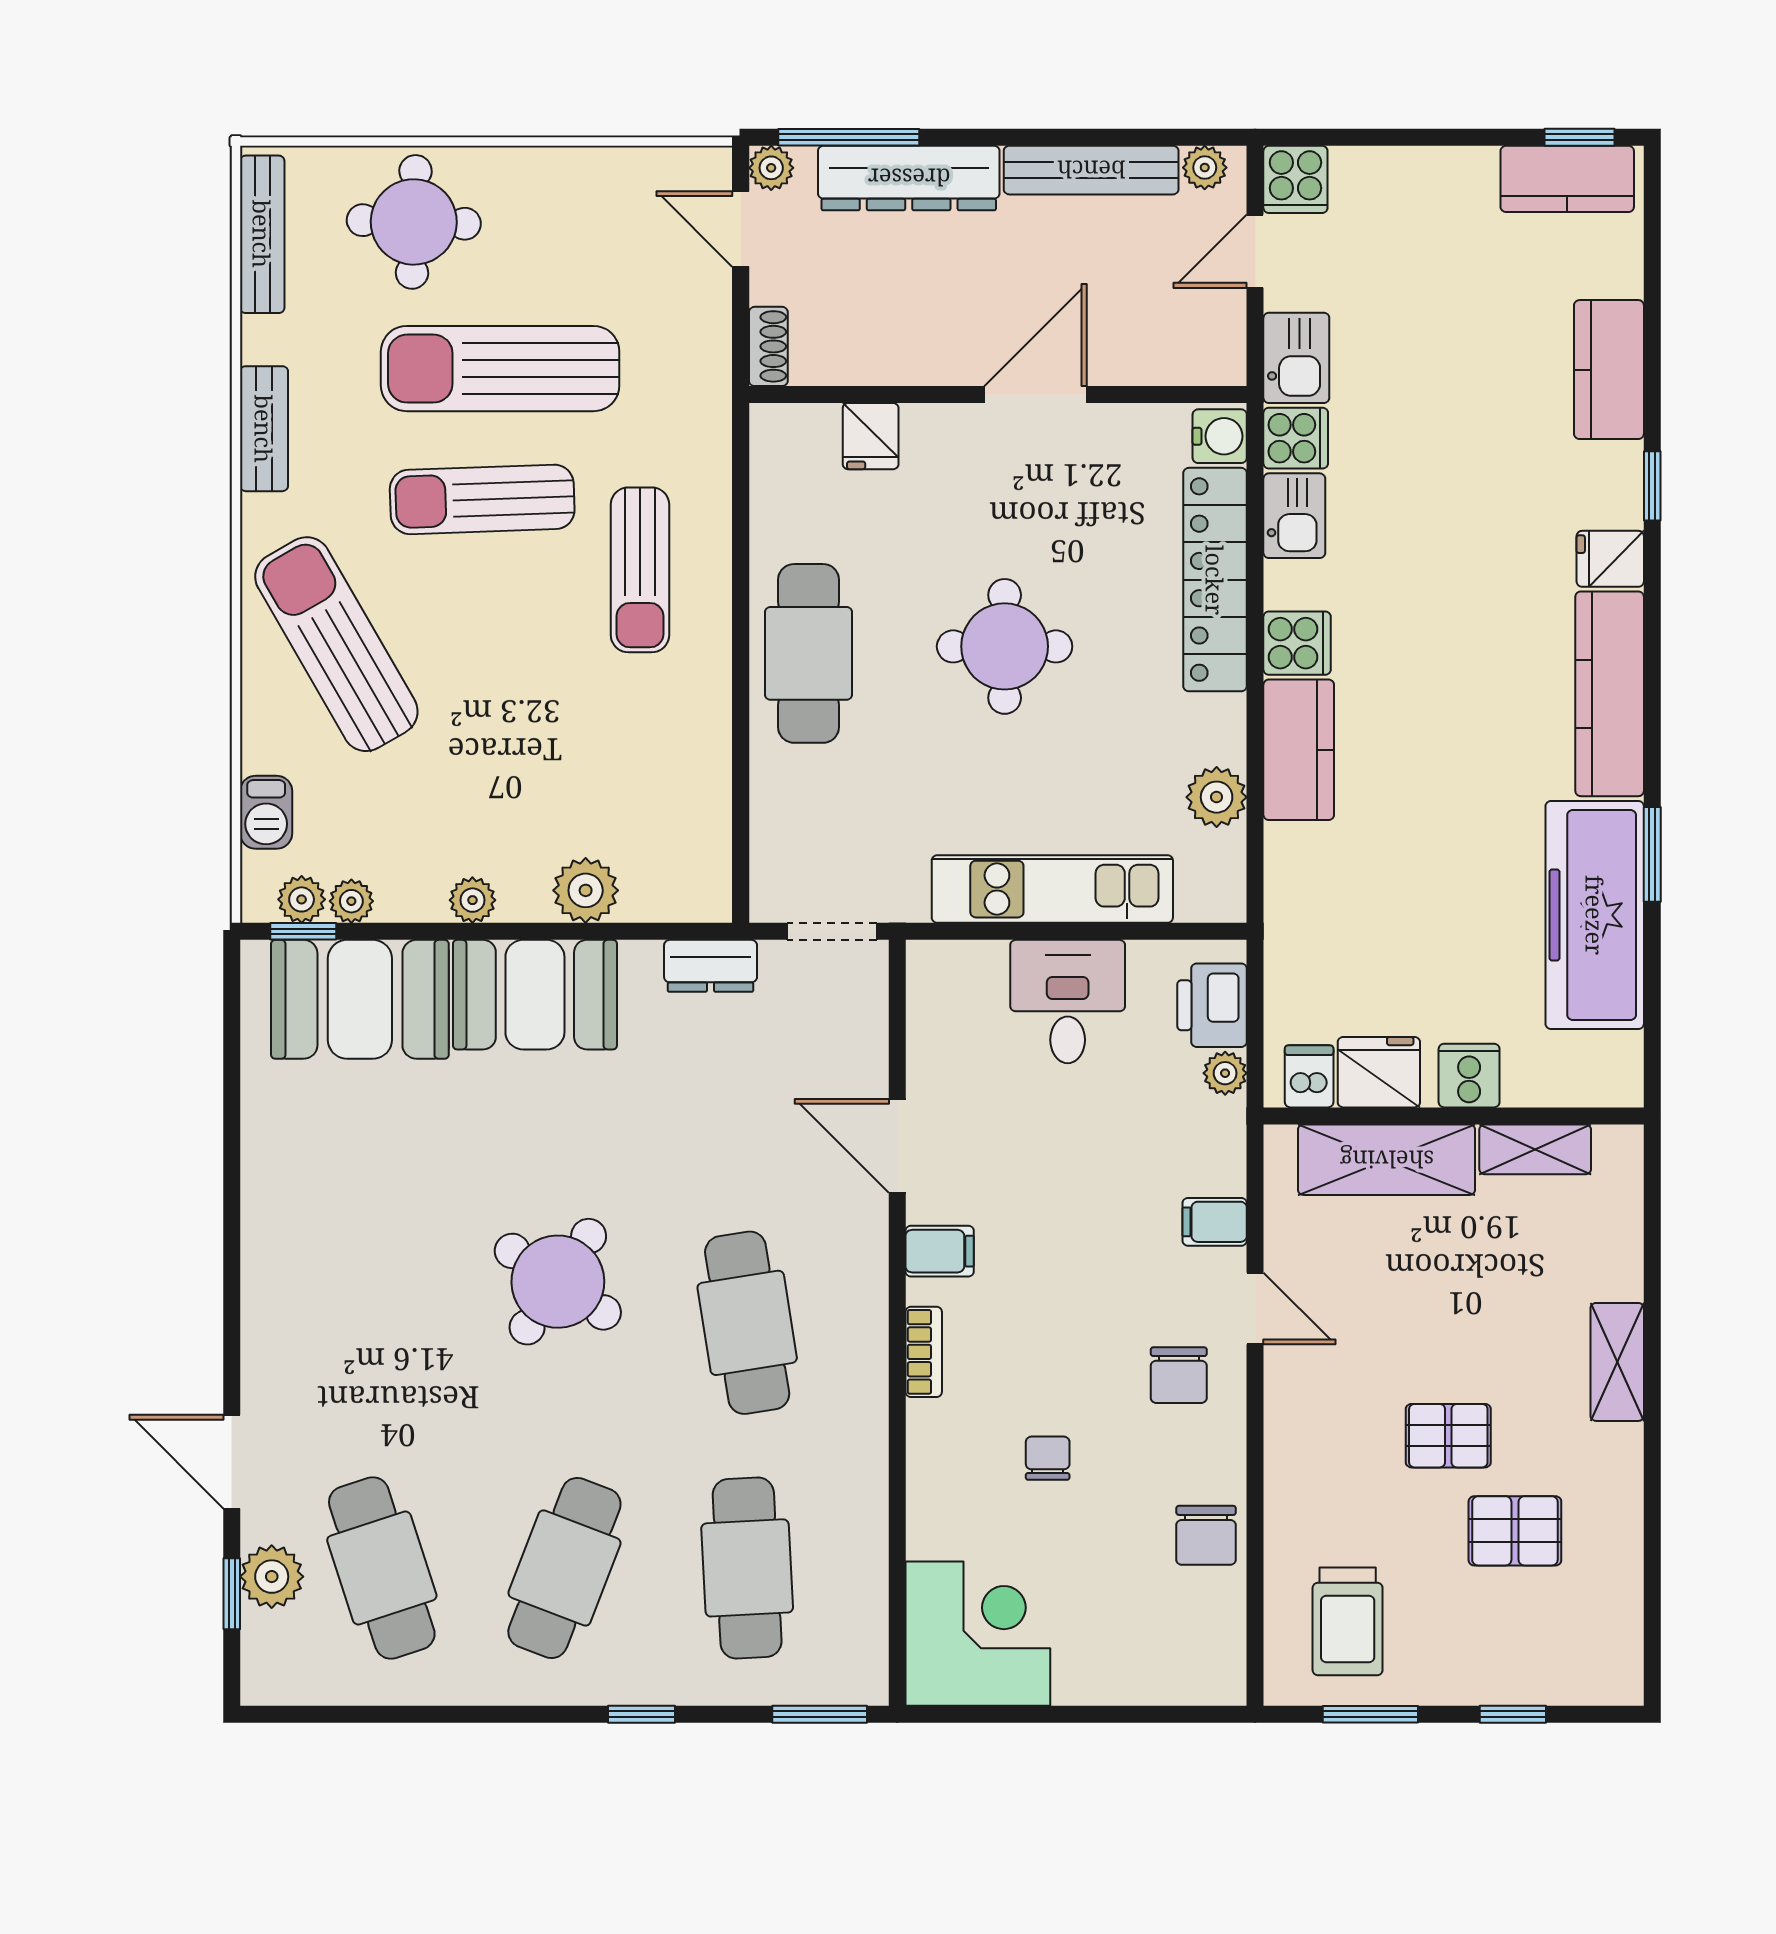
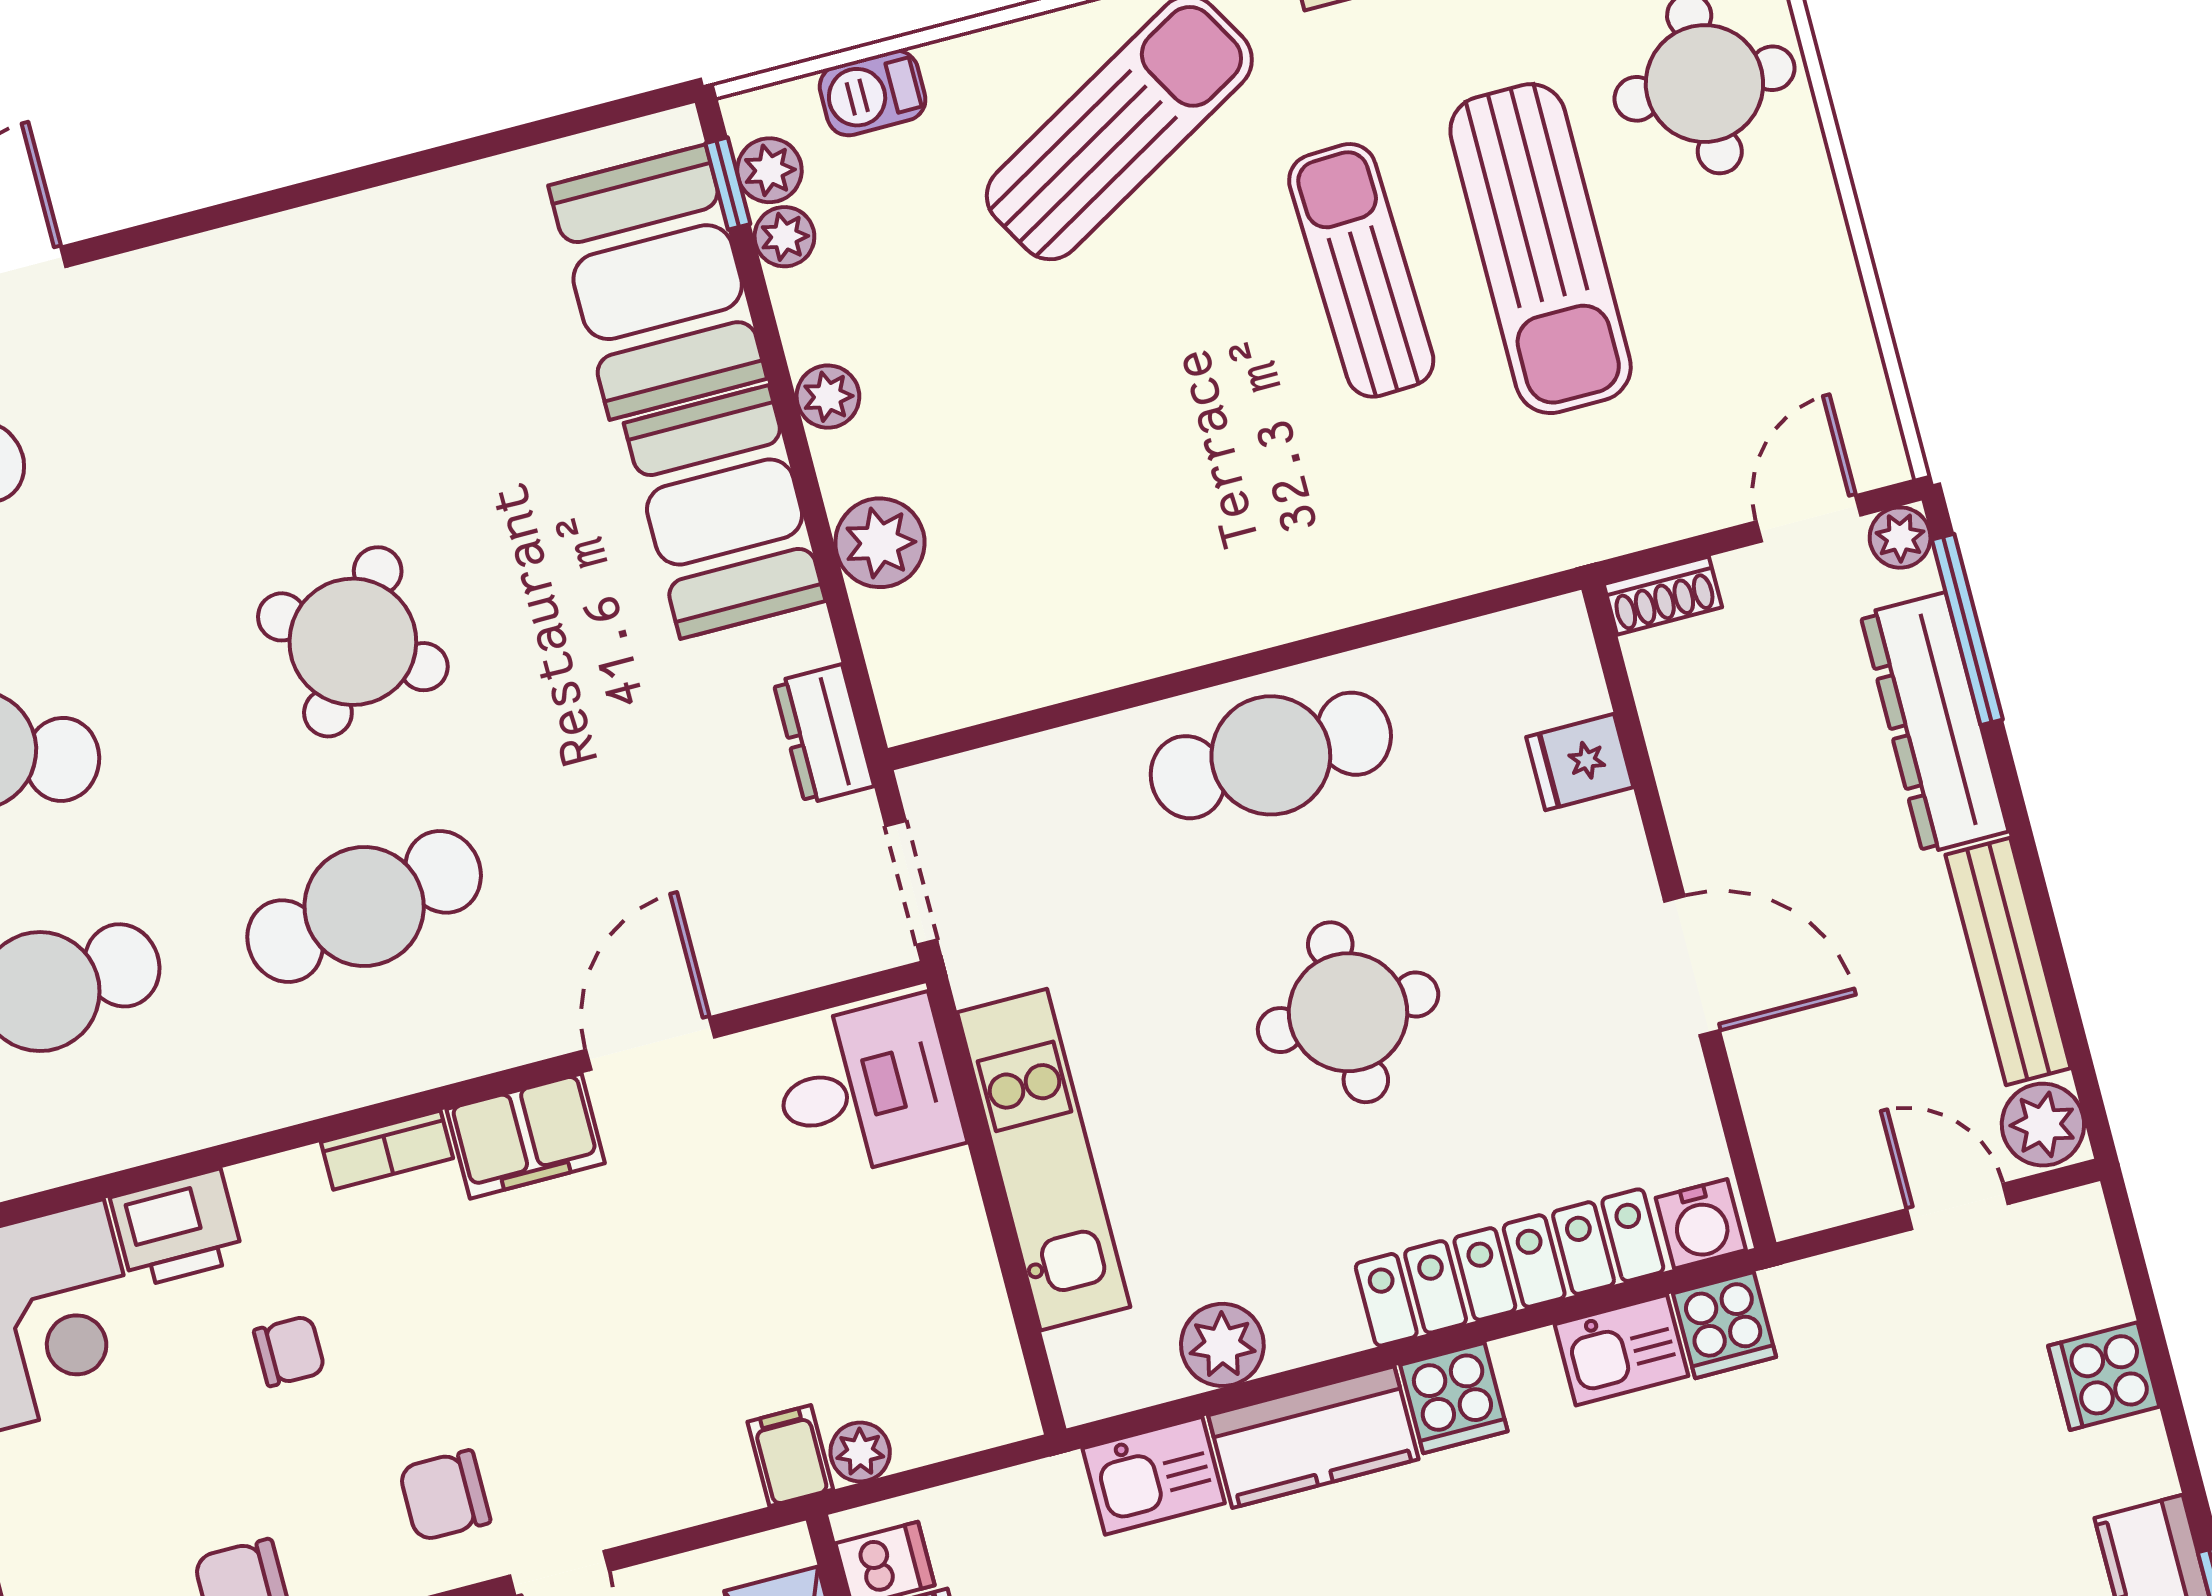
plant: (1205, 168) -> (2043, 1125), width x1.38, depth x1.38
cooker: (1295, 179) -> (2104, 1376), moved
kitchen sink: (1296, 358) -> (1154, 1476), moved
sun lounger: (500, 369) -> (1541, 249), turned 180
sun lounger: (640, 570) -> (1323, 503), removed
desk: (1068, 1002) -> (866, 1088), moved
printer: (1212, 1005) -> (177, 1229), moved, turned 180
filing cabinet: (1215, 1222) -> (790, 1456), moved
filing cabinet: (940, 1251) -> (526, 1136), width x2.00

